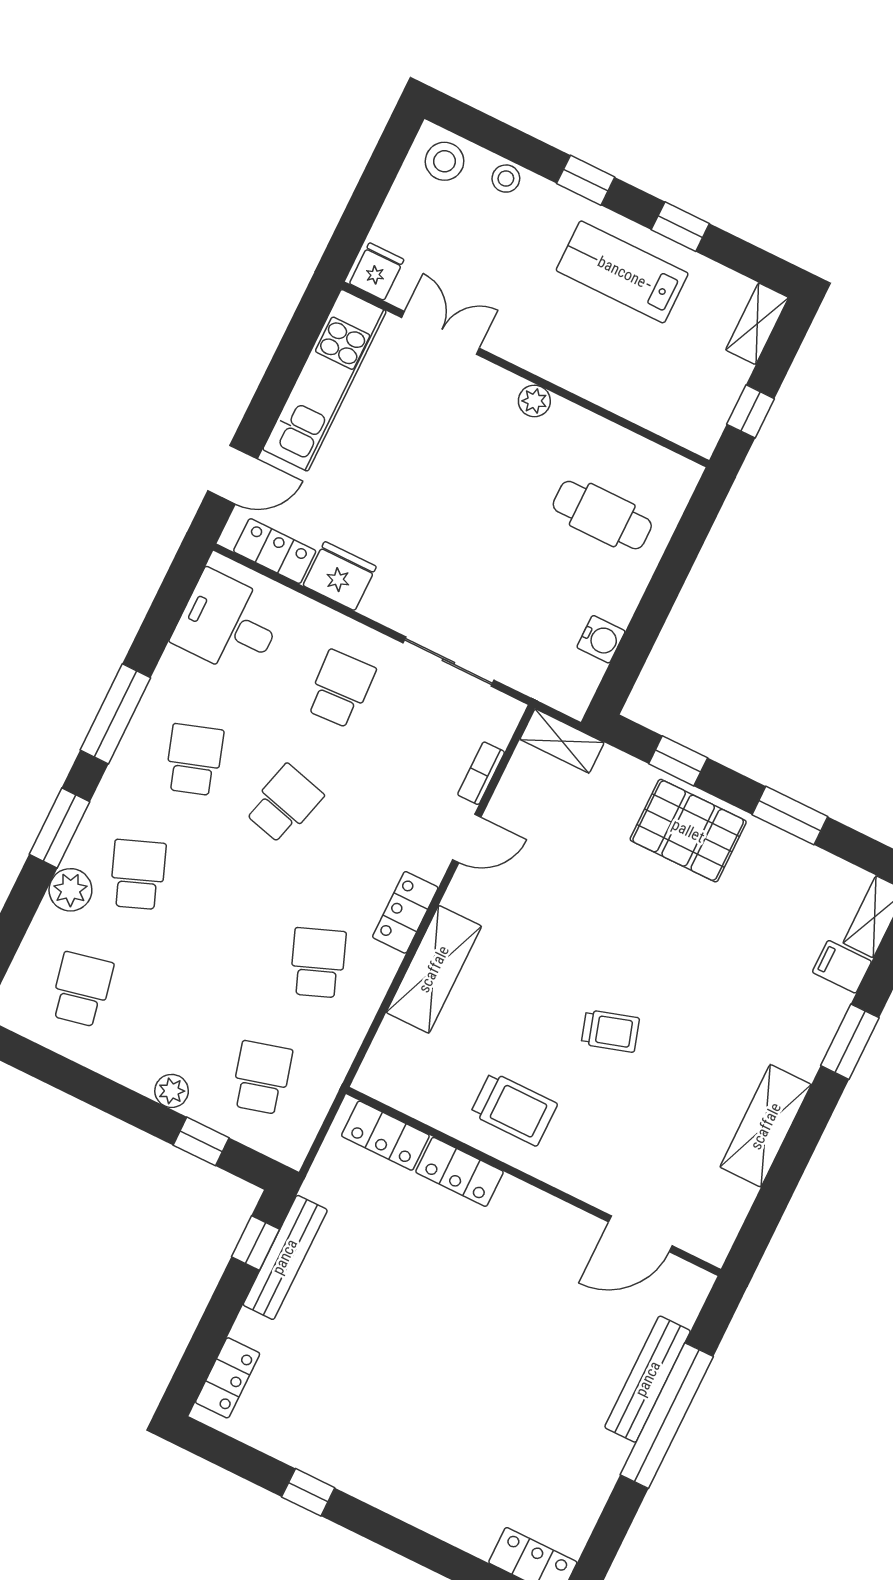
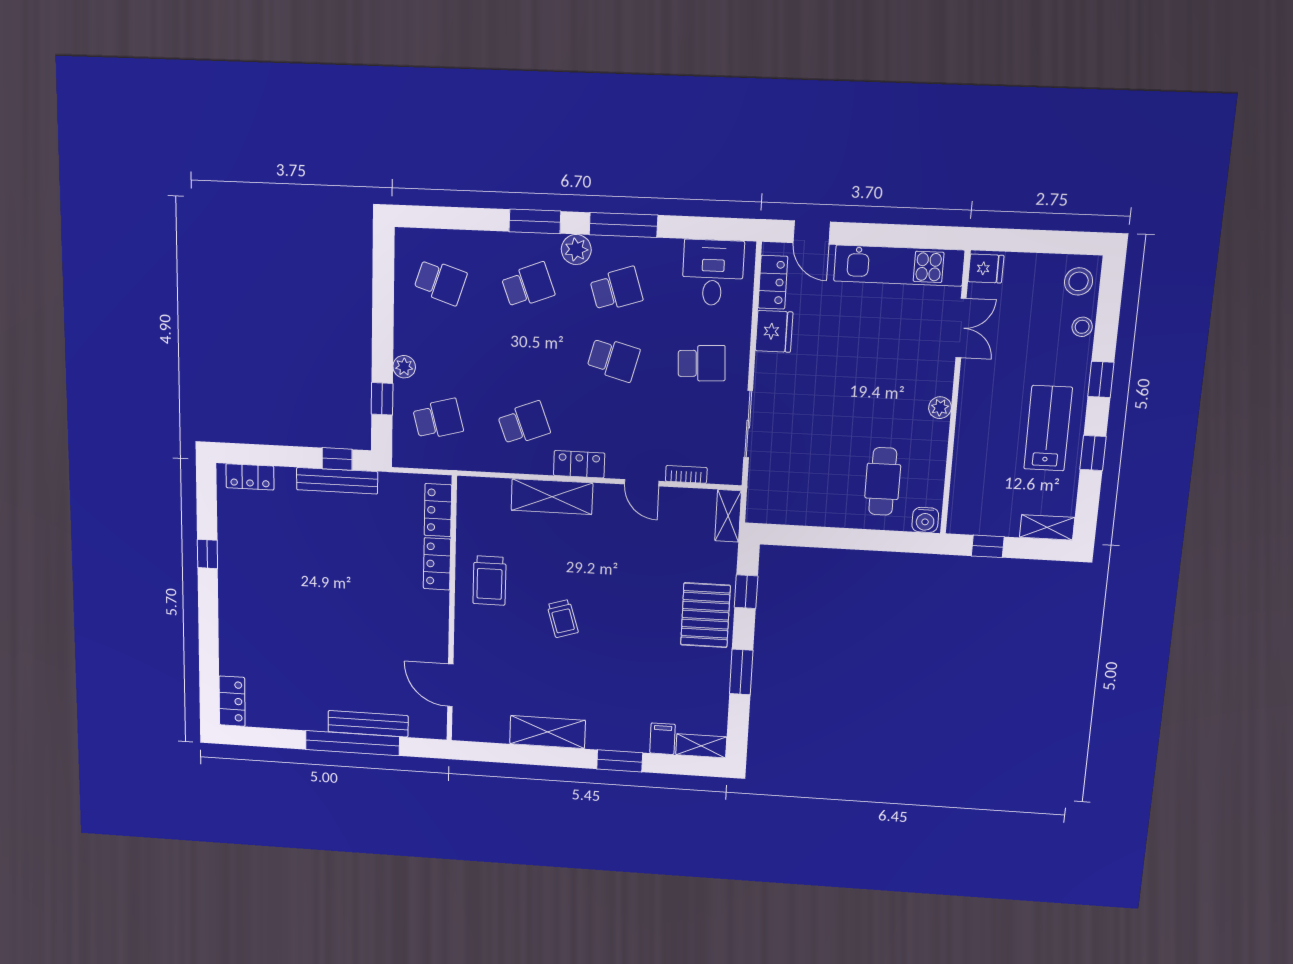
water cooler: (601, 639) -> (925, 520), moved
plant: (70, 890) -> (576, 249), moved
school desk: (82, 989) -> (440, 282), turned 30

